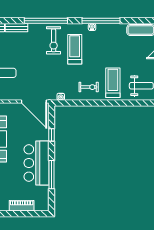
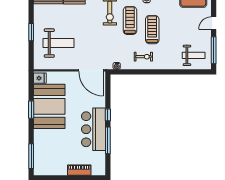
treadmill: (113, 83) -> (152, 30), moved
window: (51, 135) -> (108, 115), moved

